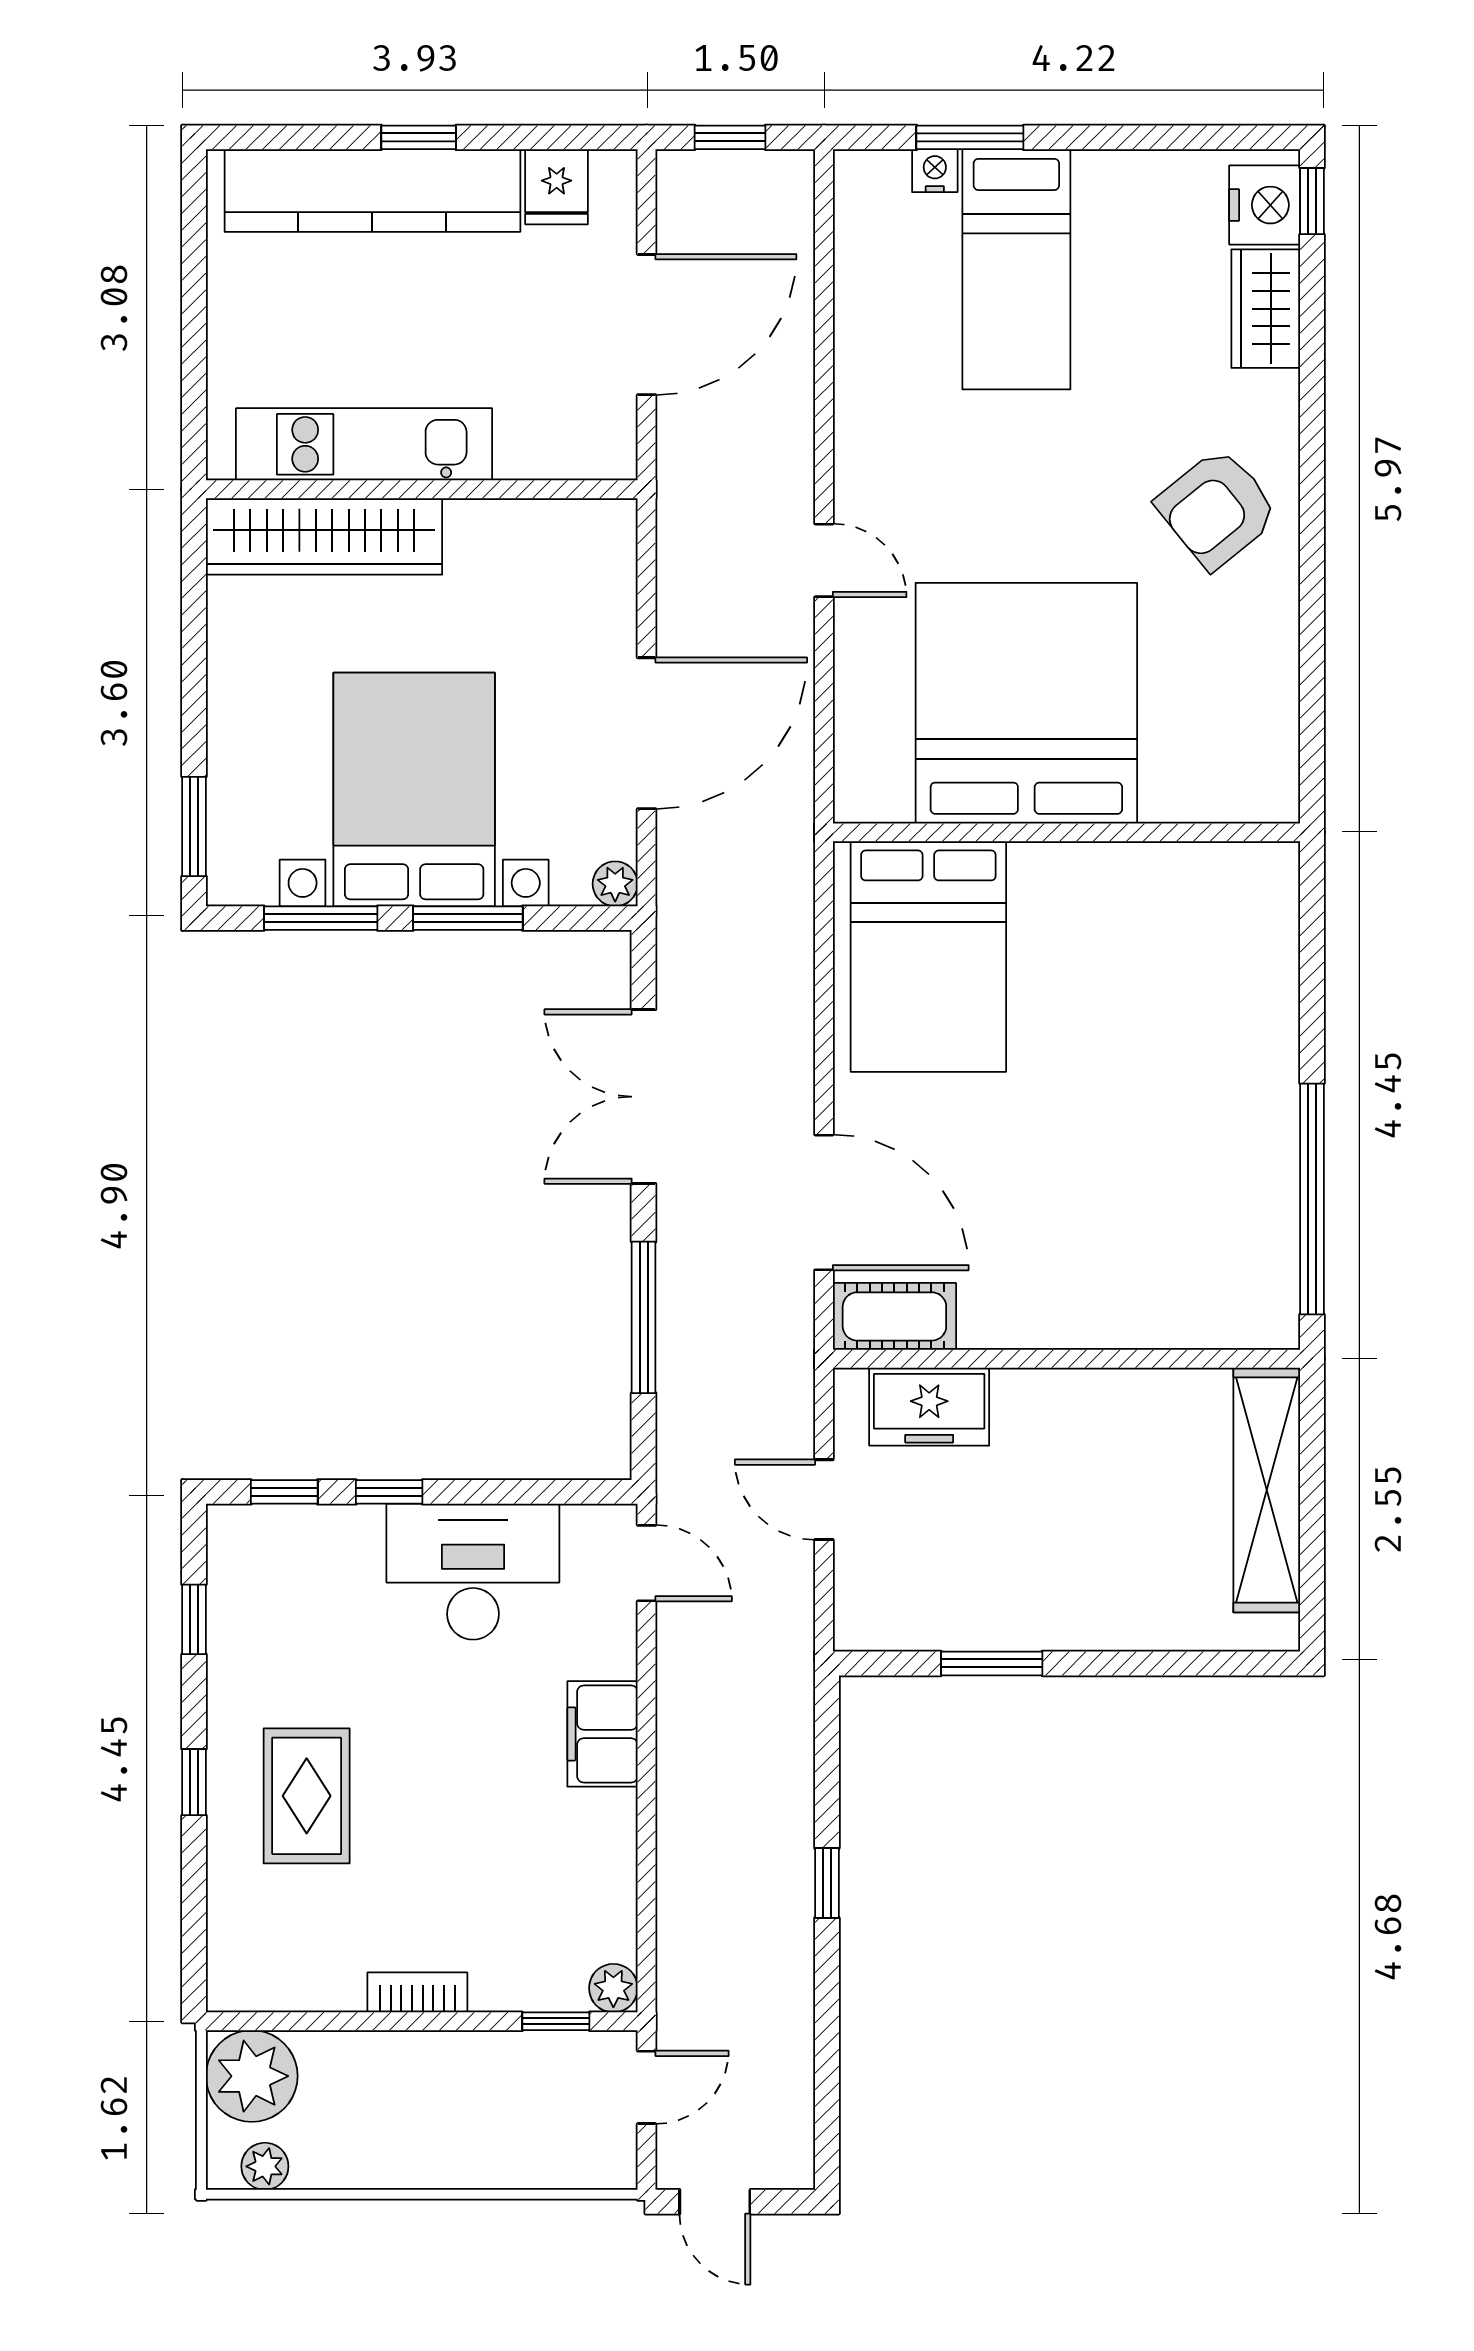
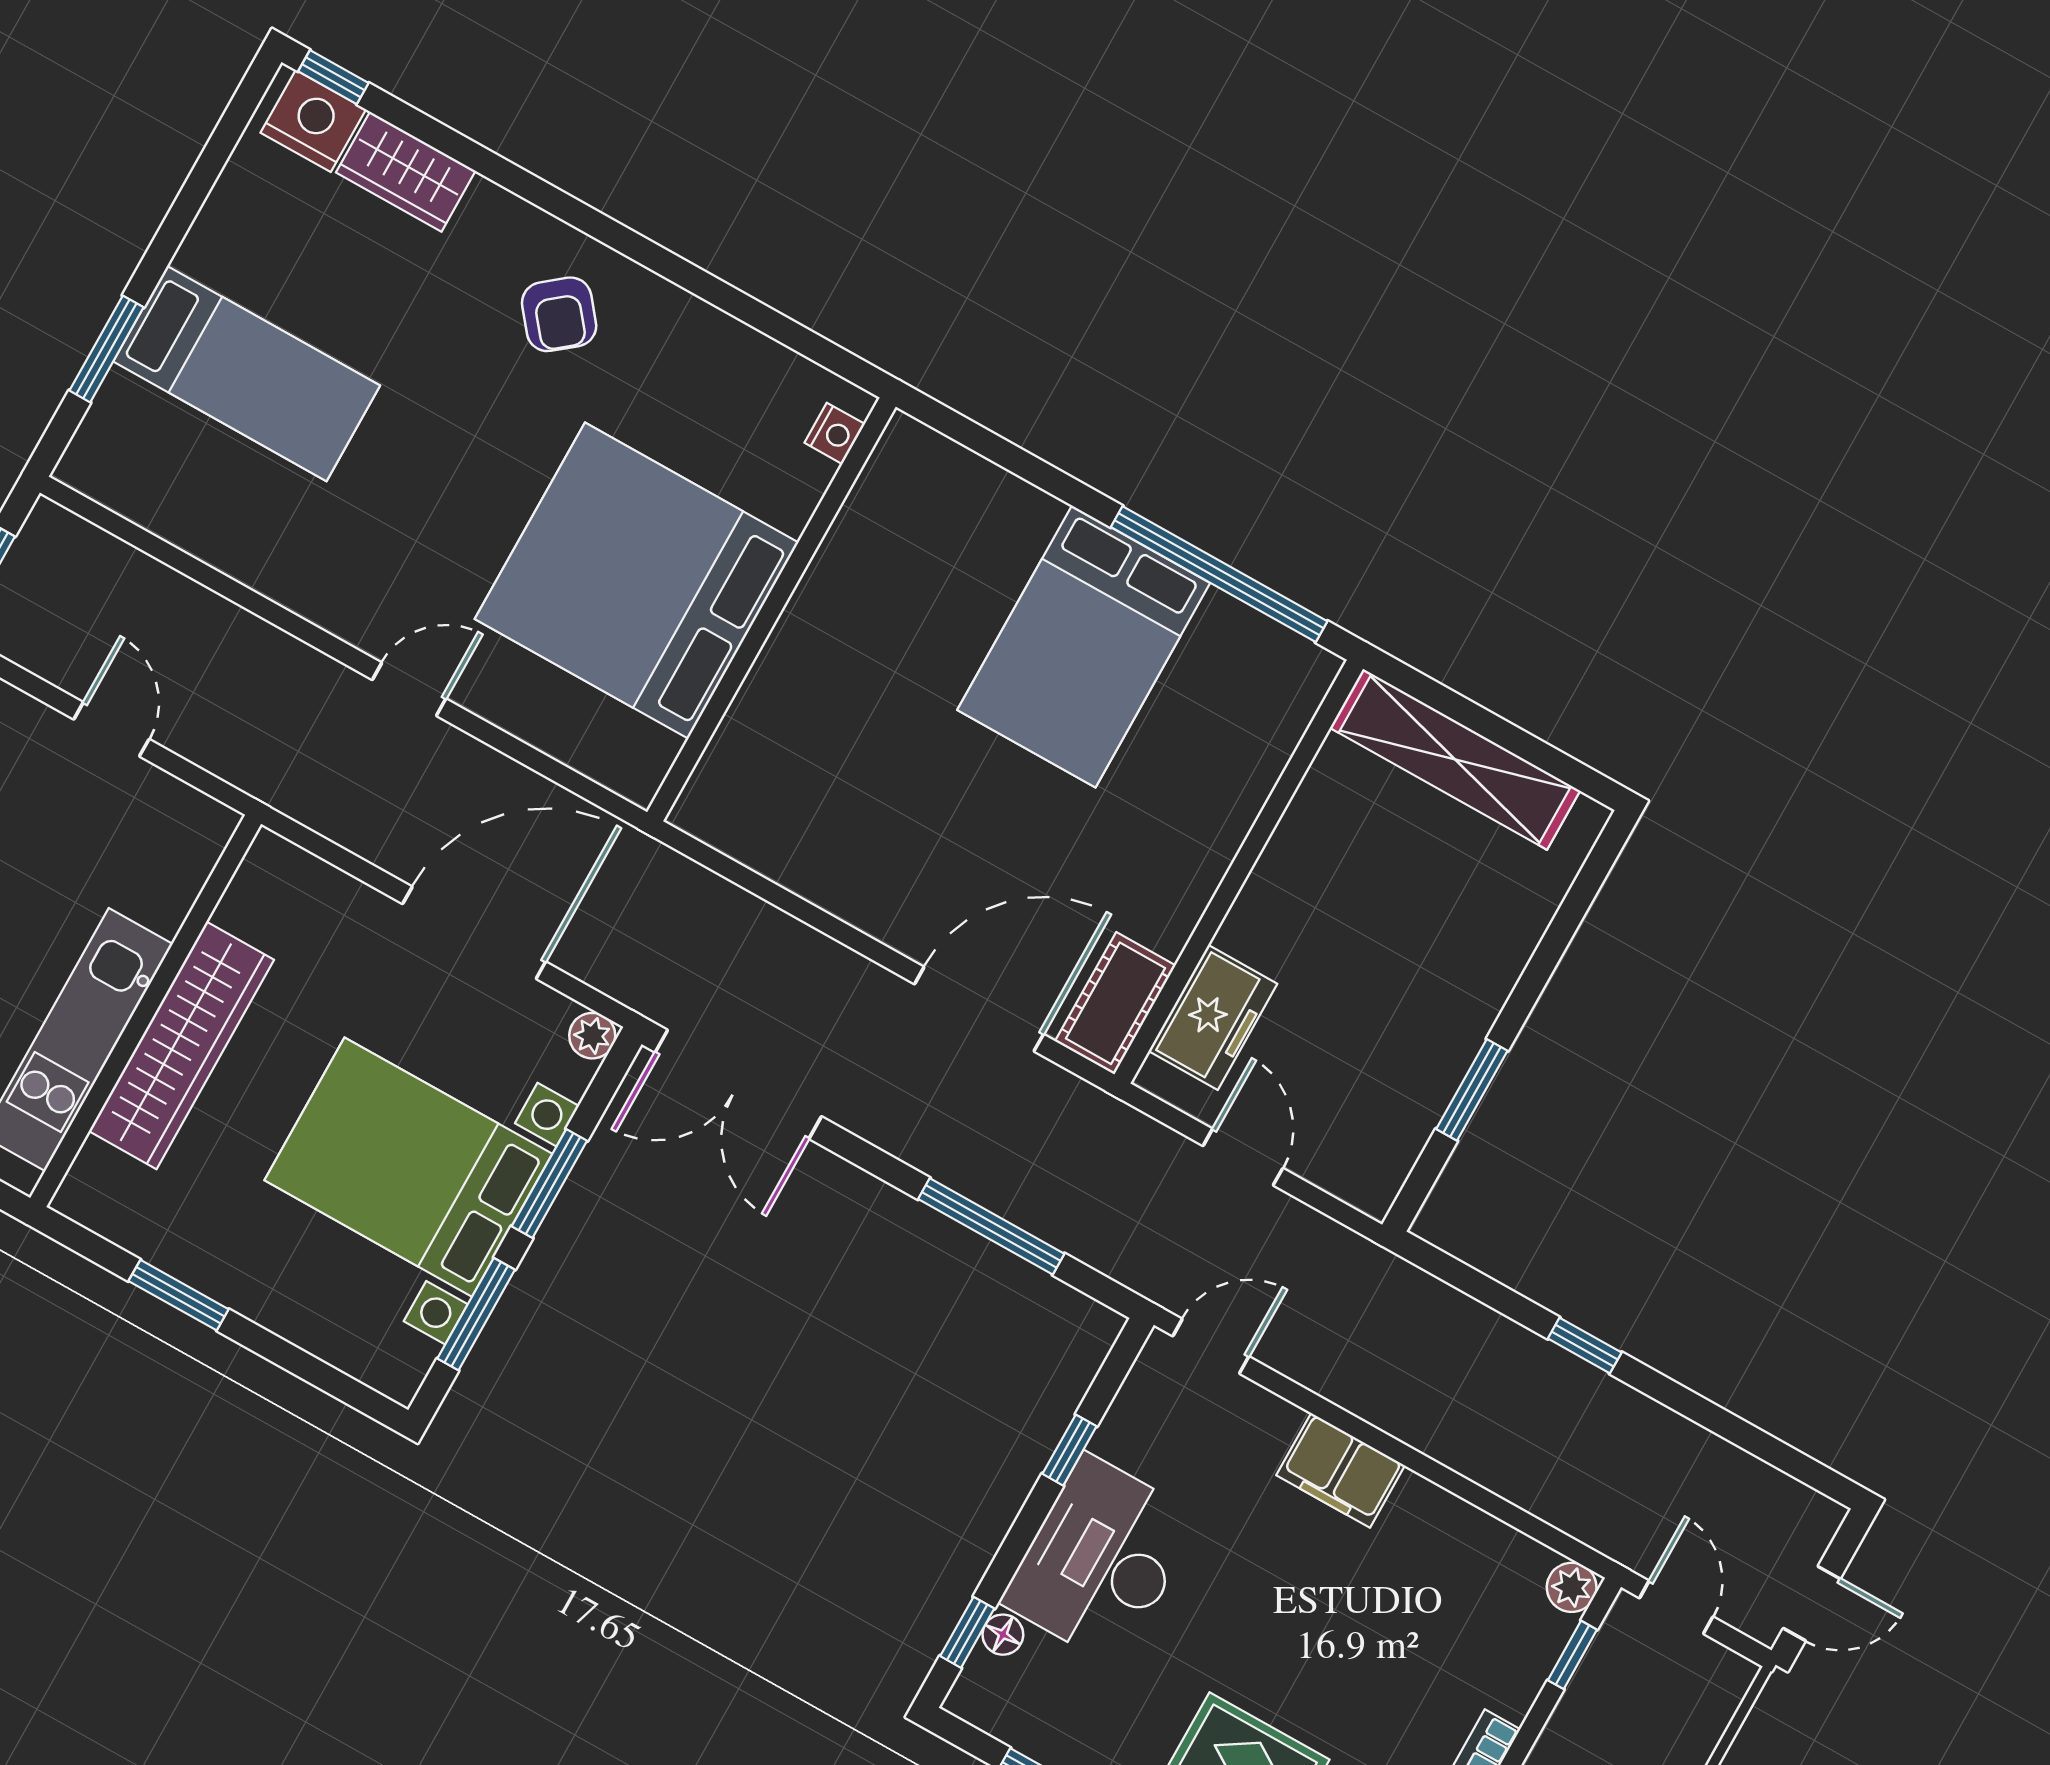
nightstand: (935, 171) -> (835, 433), moved, turned 180
door: (647, 325) -> (111, 729), width x0.53
armchair: (1217, 509) -> (559, 314), width x0.72, depth x0.72
wardrobe: (324, 536) -> (181, 1045), moved
door: (647, 733) -> (474, 933), hinge flipped
window: (194, 826) -> (179, 1295), moved
bed: (928, 956) -> (1084, 646), moved, turned 90
double door: (644, 1097) -> (738, 1084), moved
window: (389, 1492) -> (1069, 1450), moved
door: (824, 1500) -> (1243, 1157), swing flipped
floor lamp: (299, 1524) -> (1003, 1635), added
desk: (473, 1572) -> (1101, 1560), moved

